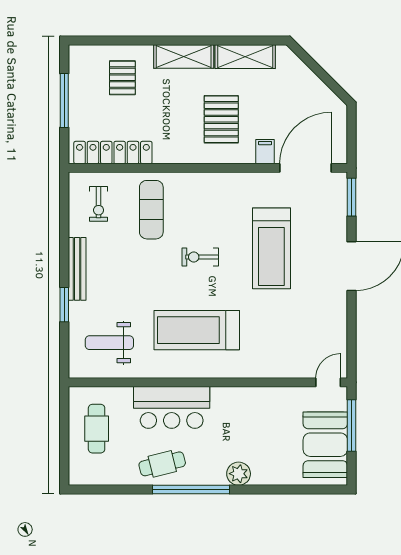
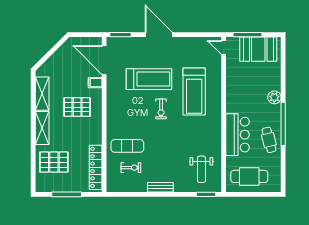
pallet: (122, 78) -> (54, 162), width x1.50, depth x1.42
exercise bike: (99, 204) -> (131, 168), moved
exercise bike: (200, 257) -> (161, 109), moved
bench: (77, 269) -> (160, 187), width x0.73
window: (64, 305) -> (206, 194), moved
treadmill: (197, 330) -> (194, 92), moved
cafe table: (97, 429) -> (249, 176), width x1.37, depth x1.35

